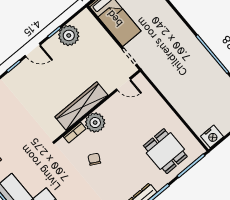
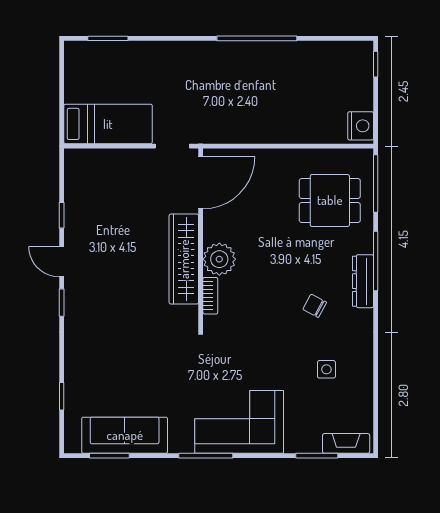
plant: (69, 35) -> (81, 200), removed
door: (33, 50) -> (62, 262), swing flipped
door: (123, 84) -> (201, 183), width x1.87
chair: (94, 159) -> (315, 306), moved

